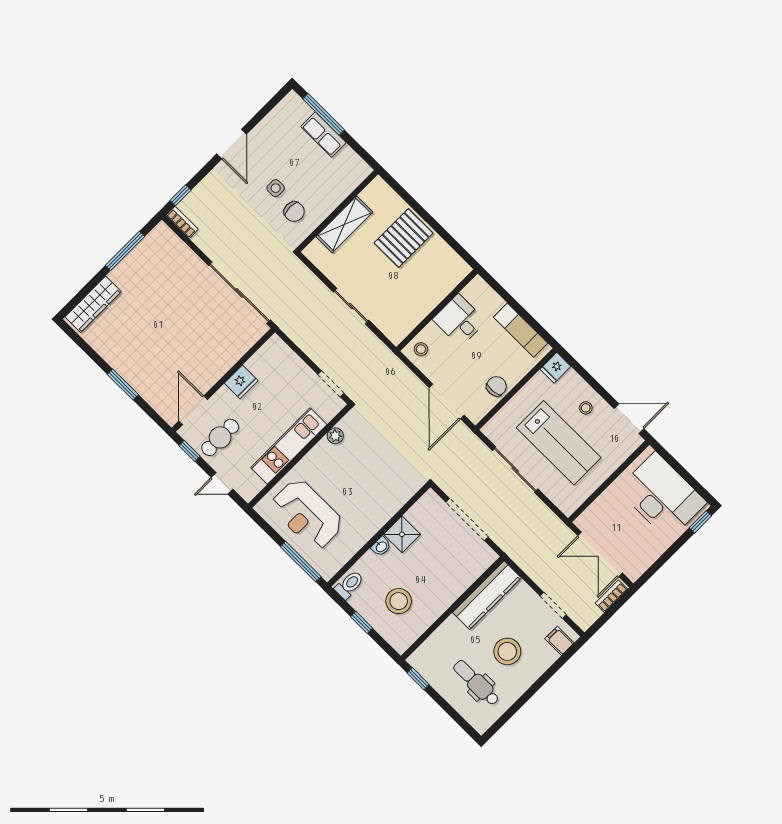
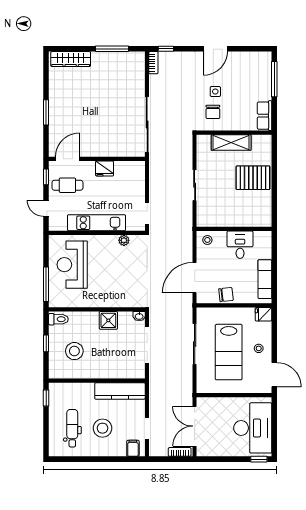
row of seats: (324, 134) -> (265, 116), moved
washbasin: (381, 547) -> (139, 316), moved

